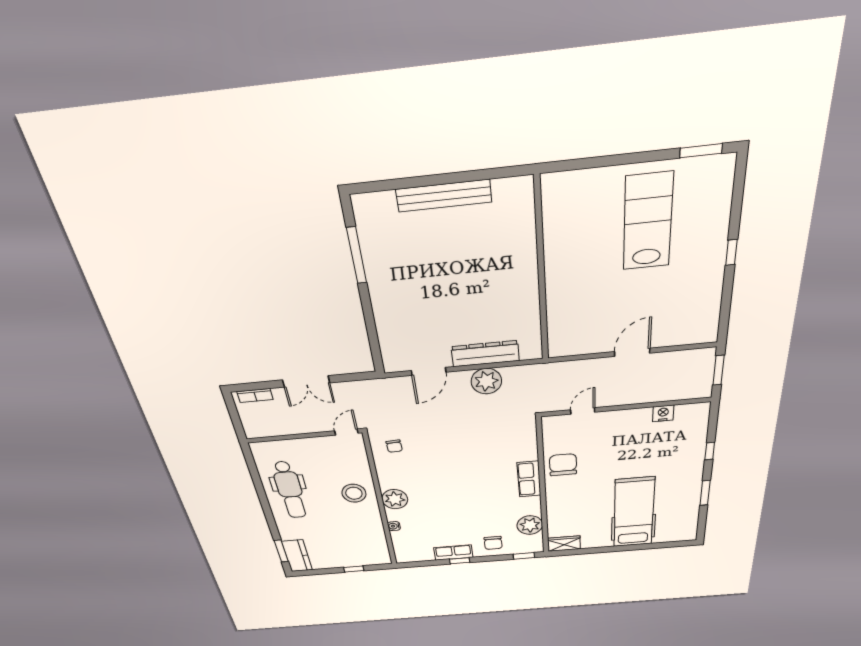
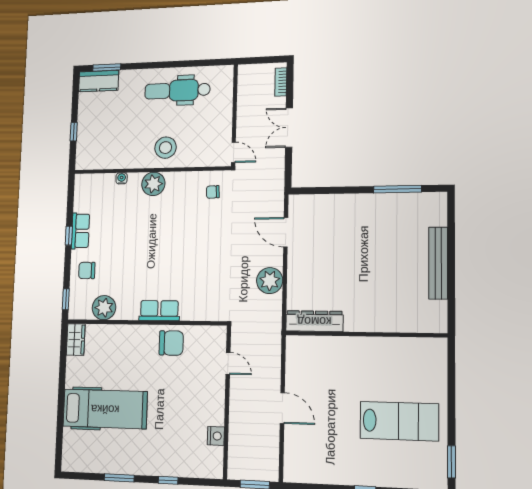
dresser: (485, 354) -> (314, 321), moved, turned -90

